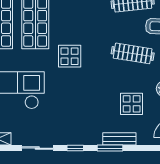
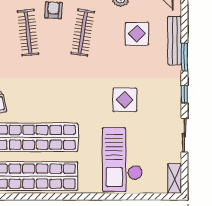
display table: (70, 56) -> (125, 100), moved
bench: (119, 139) -> (175, 40), width x1.36

